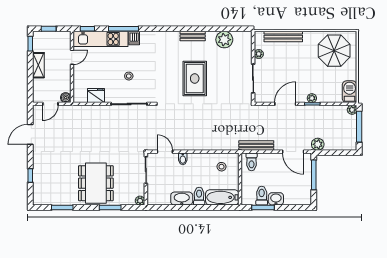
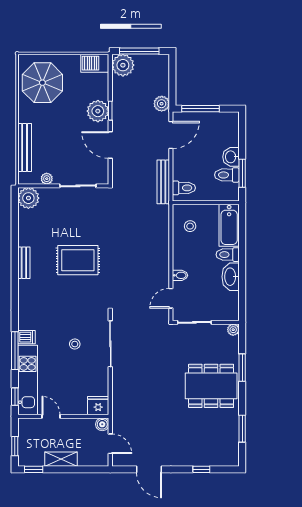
plant: (224, 40) -> (28, 198), moved
fridge: (96, 96) -> (98, 406), moved, turned 90
plant: (312, 98) -> (98, 111), width x1.88, depth x1.88
plant: (352, 110) -> (123, 65), width x1.87, depth x1.87

